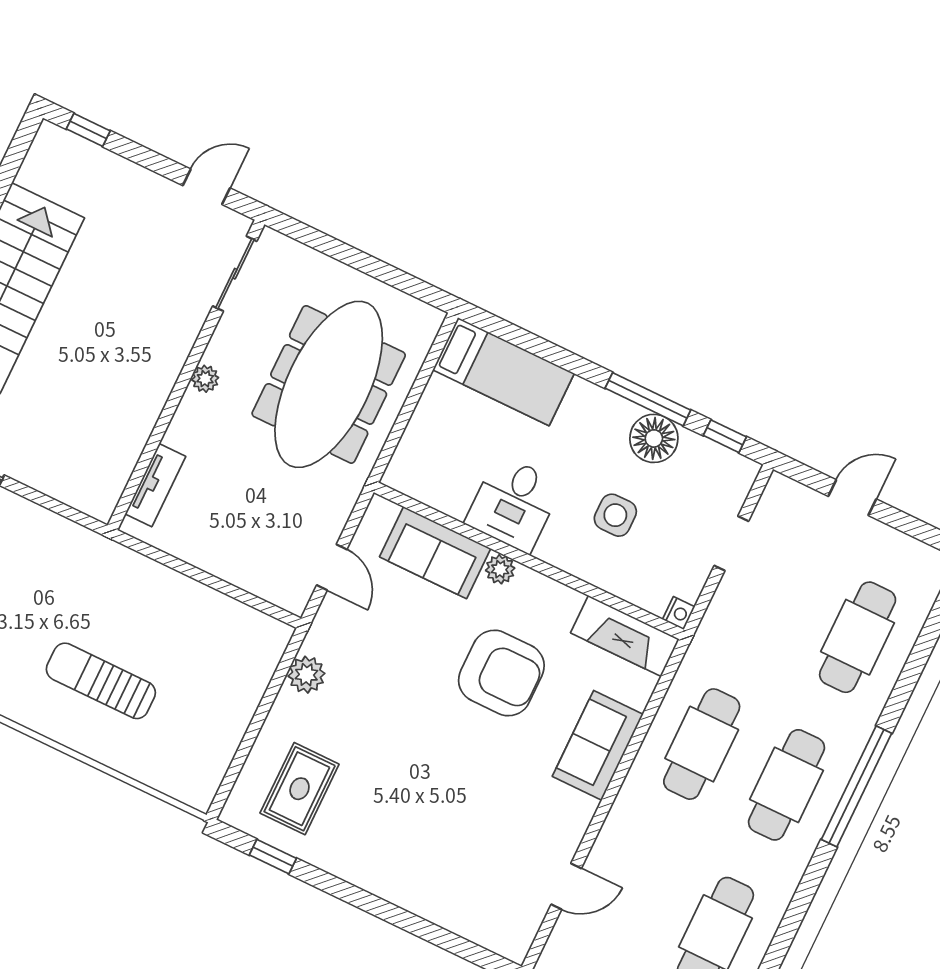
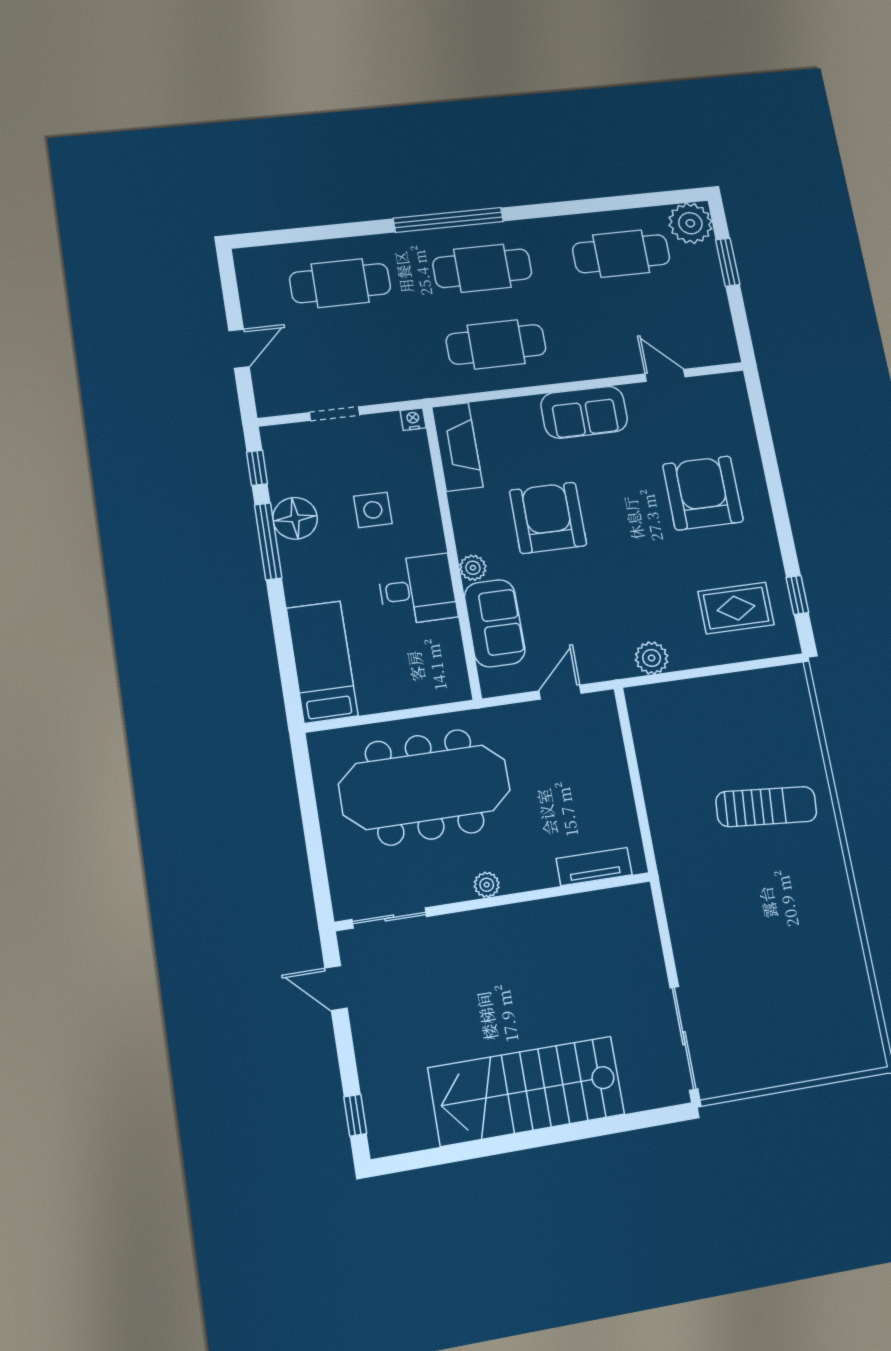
door: (852, 498) -> (239, 349), swing flipped
sun lounger: (101, 681) -> (766, 807), turned -85
sofa: (598, 745) -> (584, 412), moved
armchair: (429, 838) -> (703, 493), added

